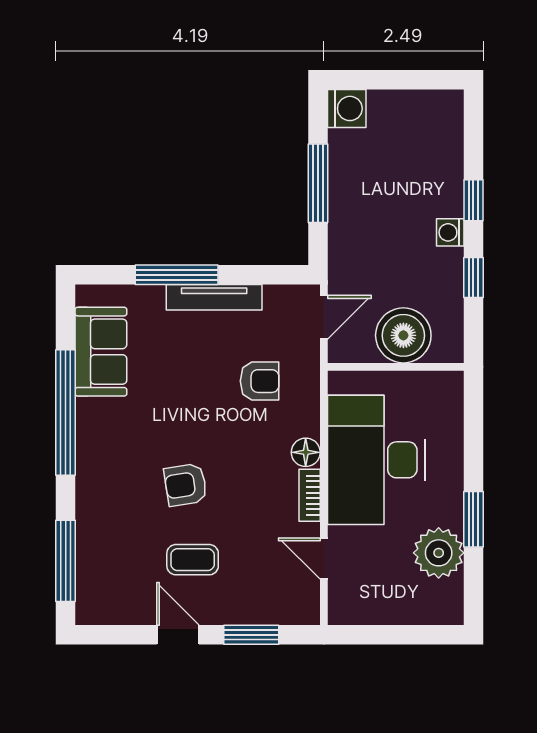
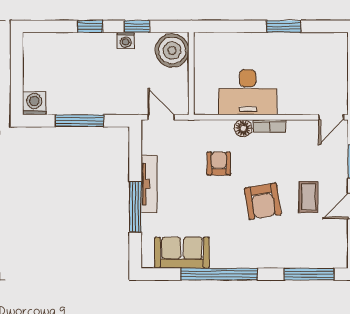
washing machine: (450, 232) -> (126, 40), moved
boiler: (403, 335) -> (172, 50), moved
armchair: (260, 381) -> (219, 163), moved
desk: (376, 460) -> (248, 92), width x0.73, depth x0.77
armchair: (186, 485) -> (263, 201), width x1.38, depth x1.38
plant: (439, 553) -> (304, 47), removed
door: (324, 559) -> (331, 117), moved

